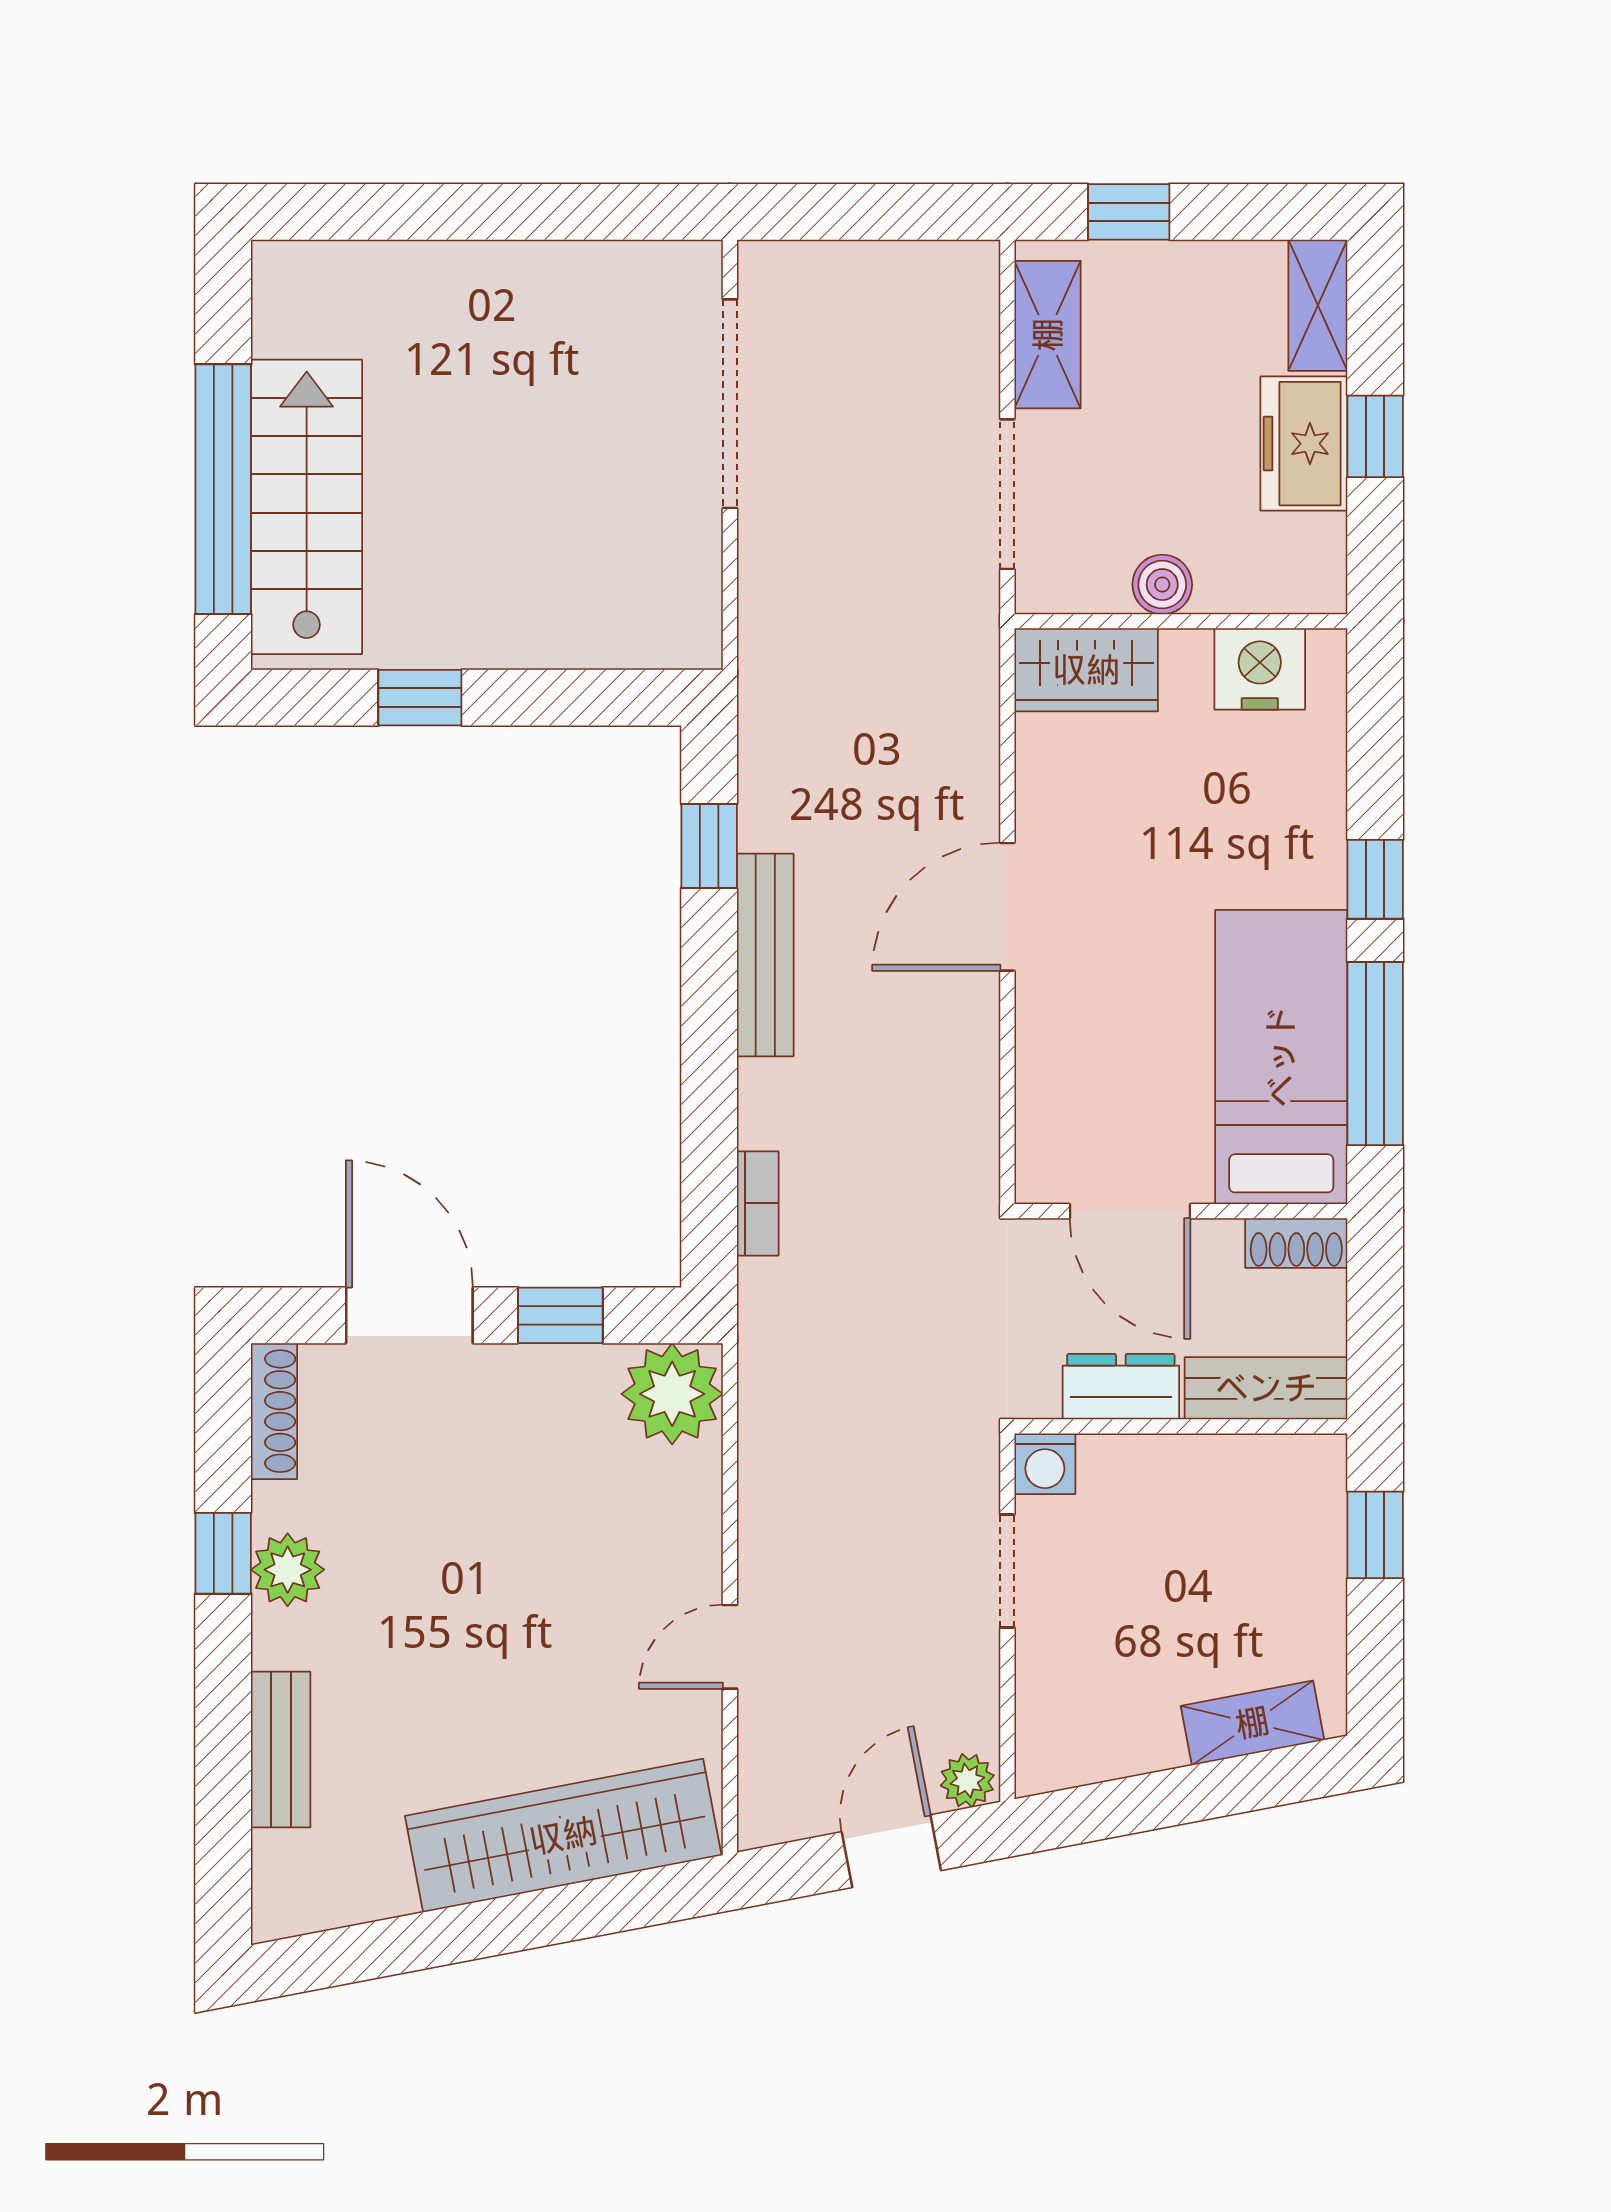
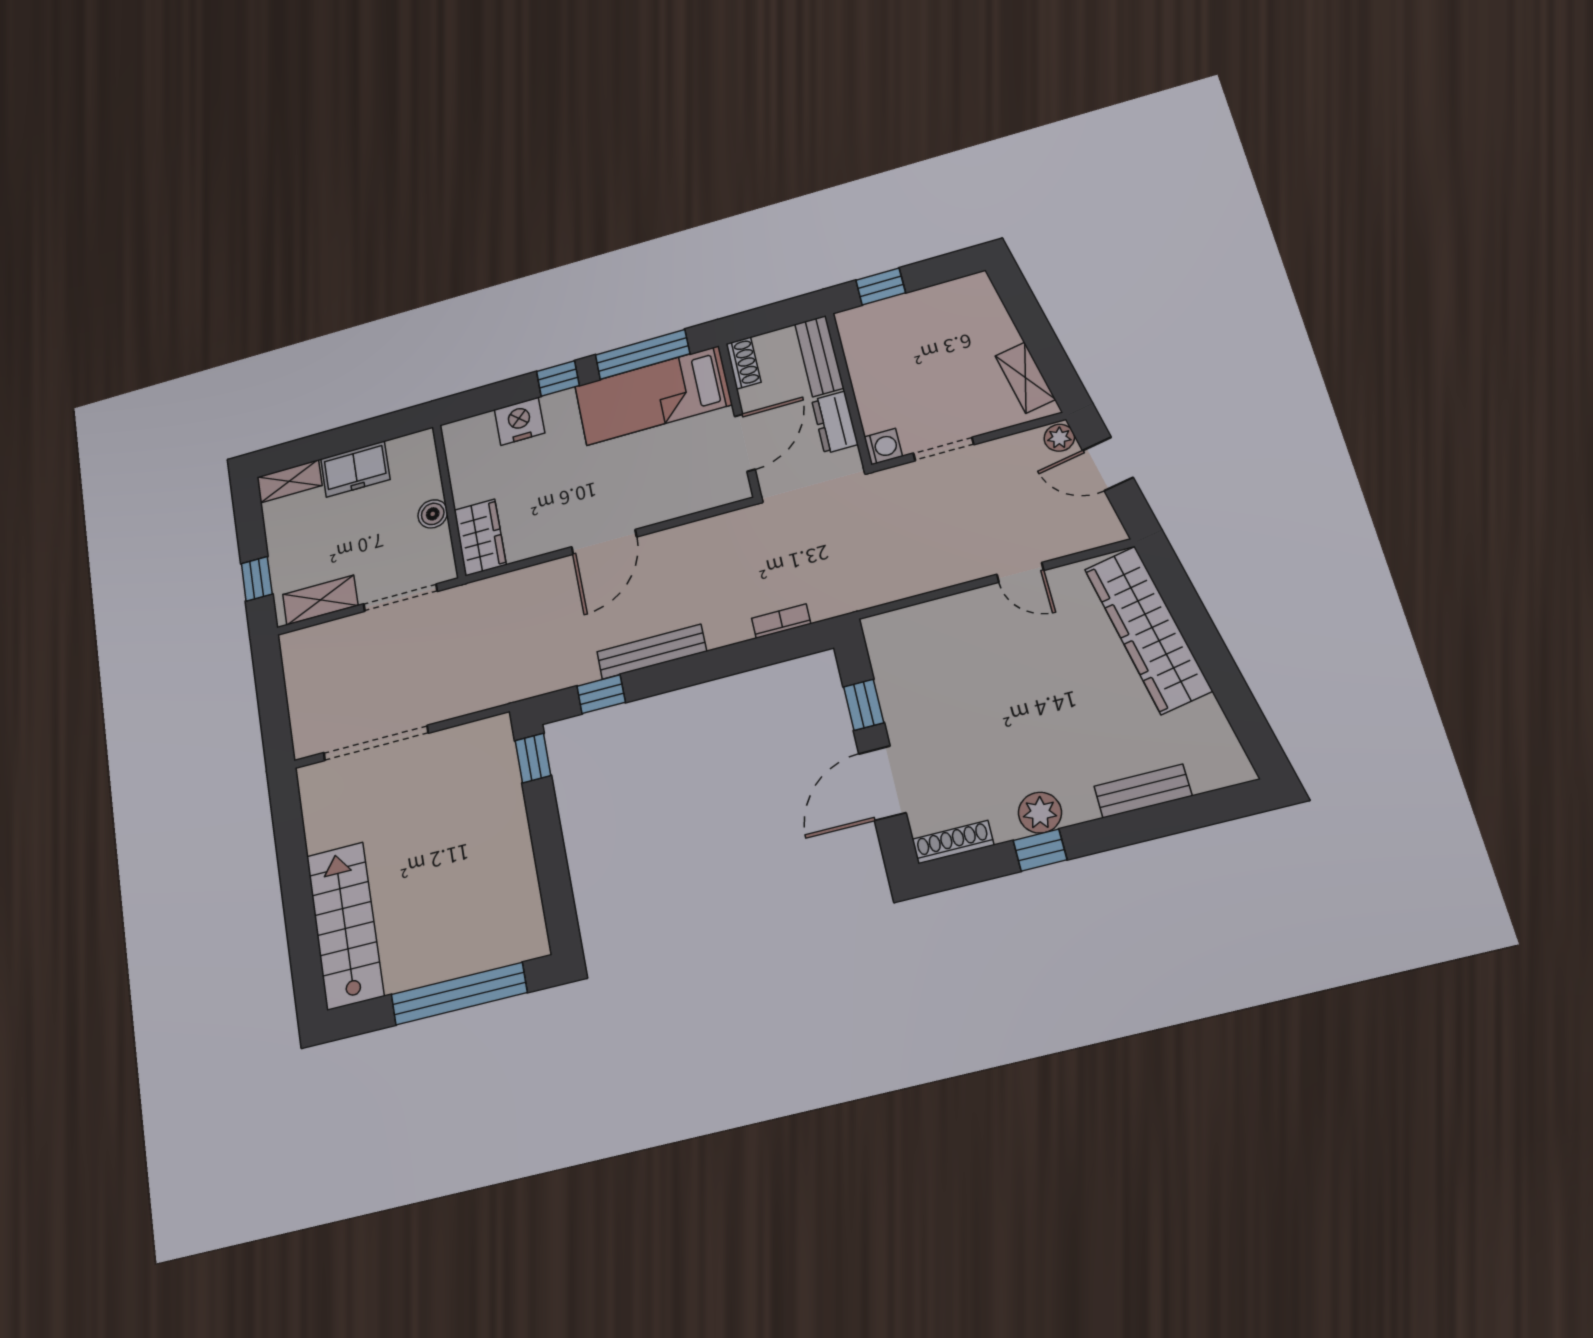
window: (1375, 436) -> (347, 438), removed
stairs: (307, 507) -> (345, 925), moved, turned 90
nightstand: (1260, 669) -> (519, 421), moved, turned 90
window: (420, 698) -> (533, 758), moved
door: (1007, 907) -> (604, 542), hinge flipped
plant: (672, 1394) -> (892, 637), removed
shelving: (1252, 1723) -> (1025, 378), moved

